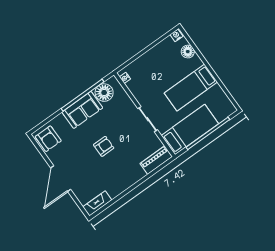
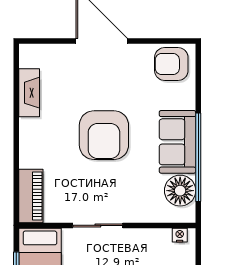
armchair: (104, 146) -> (104, 135), width x1.88, depth x1.88
fireplace: (97, 203) -> (29, 93), moved

